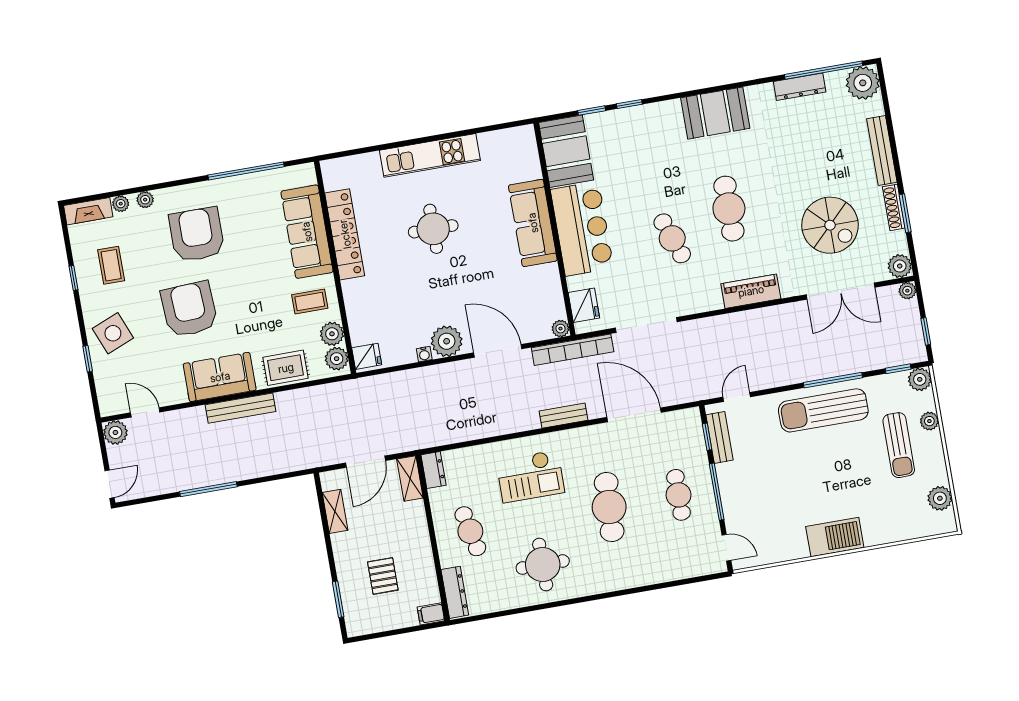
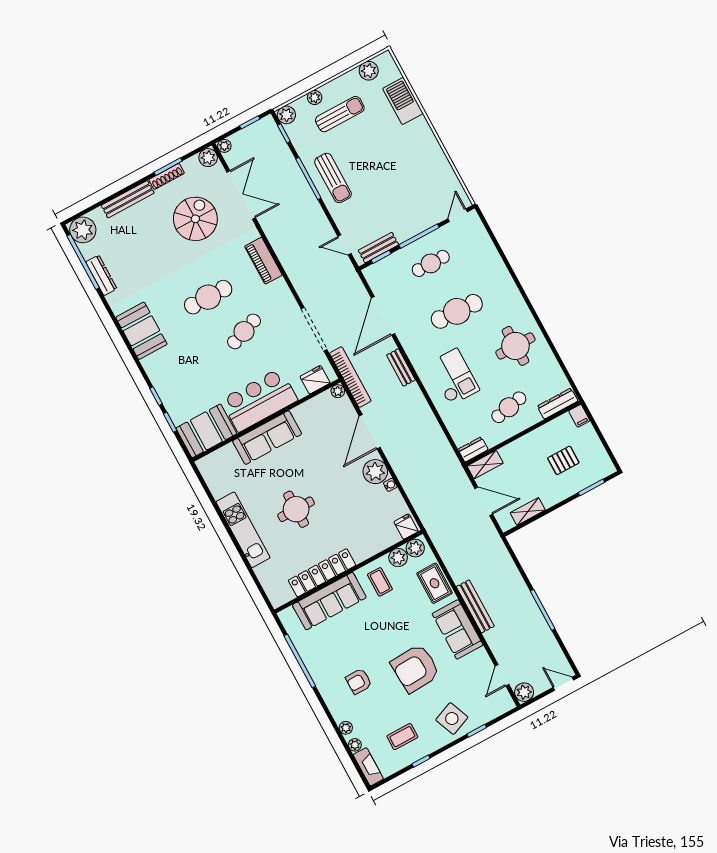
armchair: (197, 235) -> (359, 681), width x0.53, depth x0.53
sun lounger: (823, 410) -> (333, 178), width x0.73, depth x0.75
barbecue: (835, 537) -> (403, 101), moved

